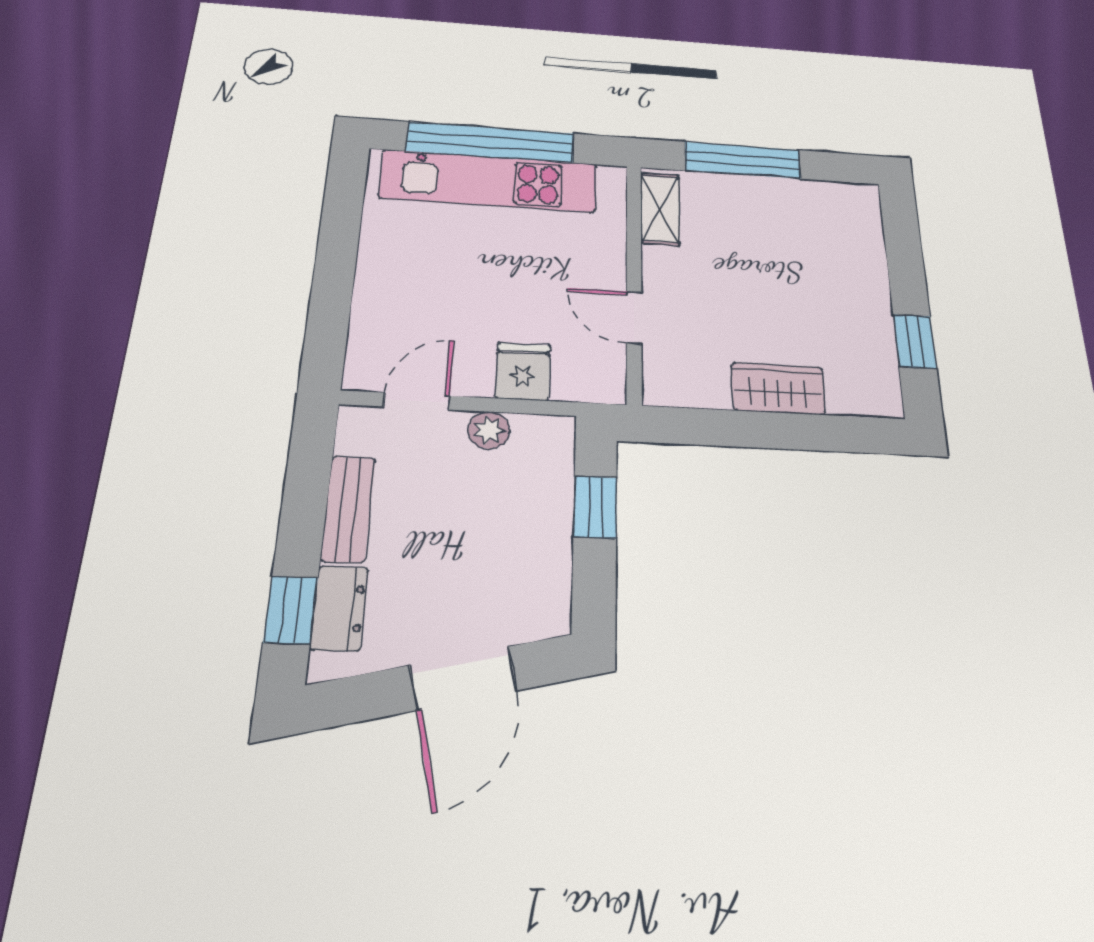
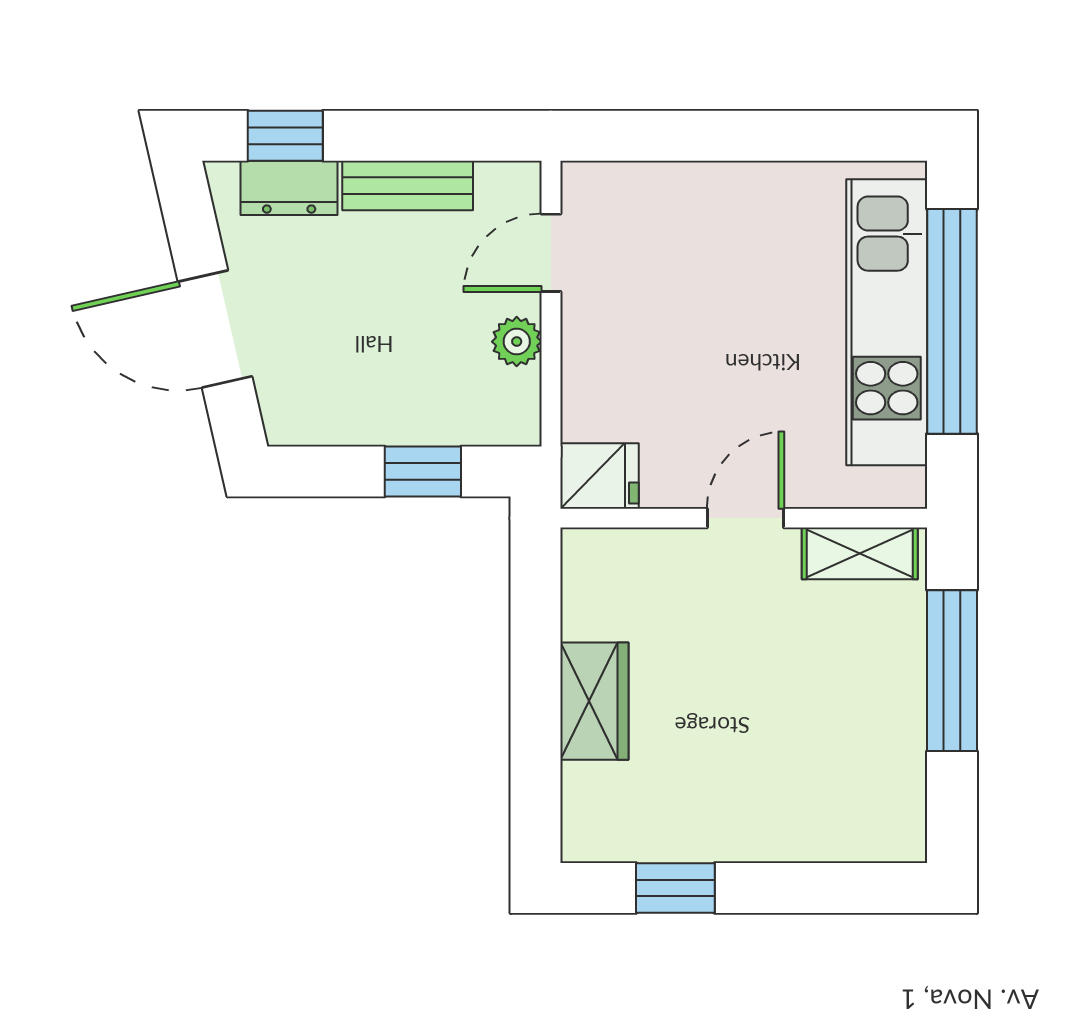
door: (634, 317) -> (745, 518), moved
fridge: (523, 372) -> (599, 476), moved
door: (417, 401) -> (551, 253), swing flipped

